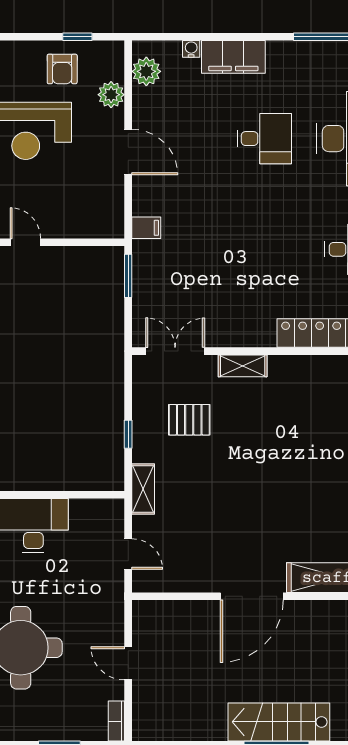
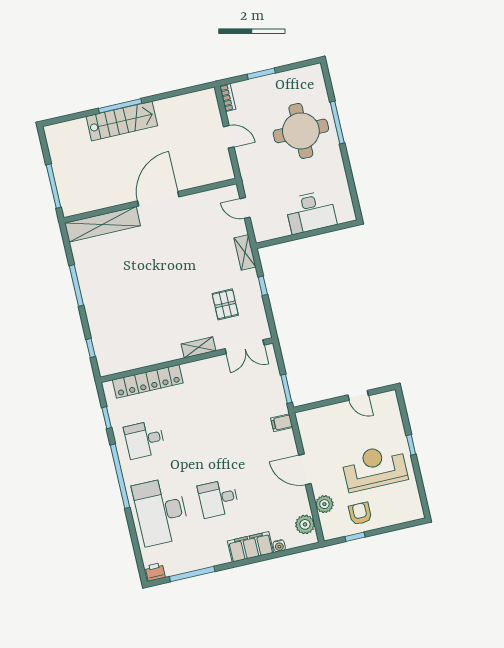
pallet: (189, 420) -> (225, 304), turned 90

